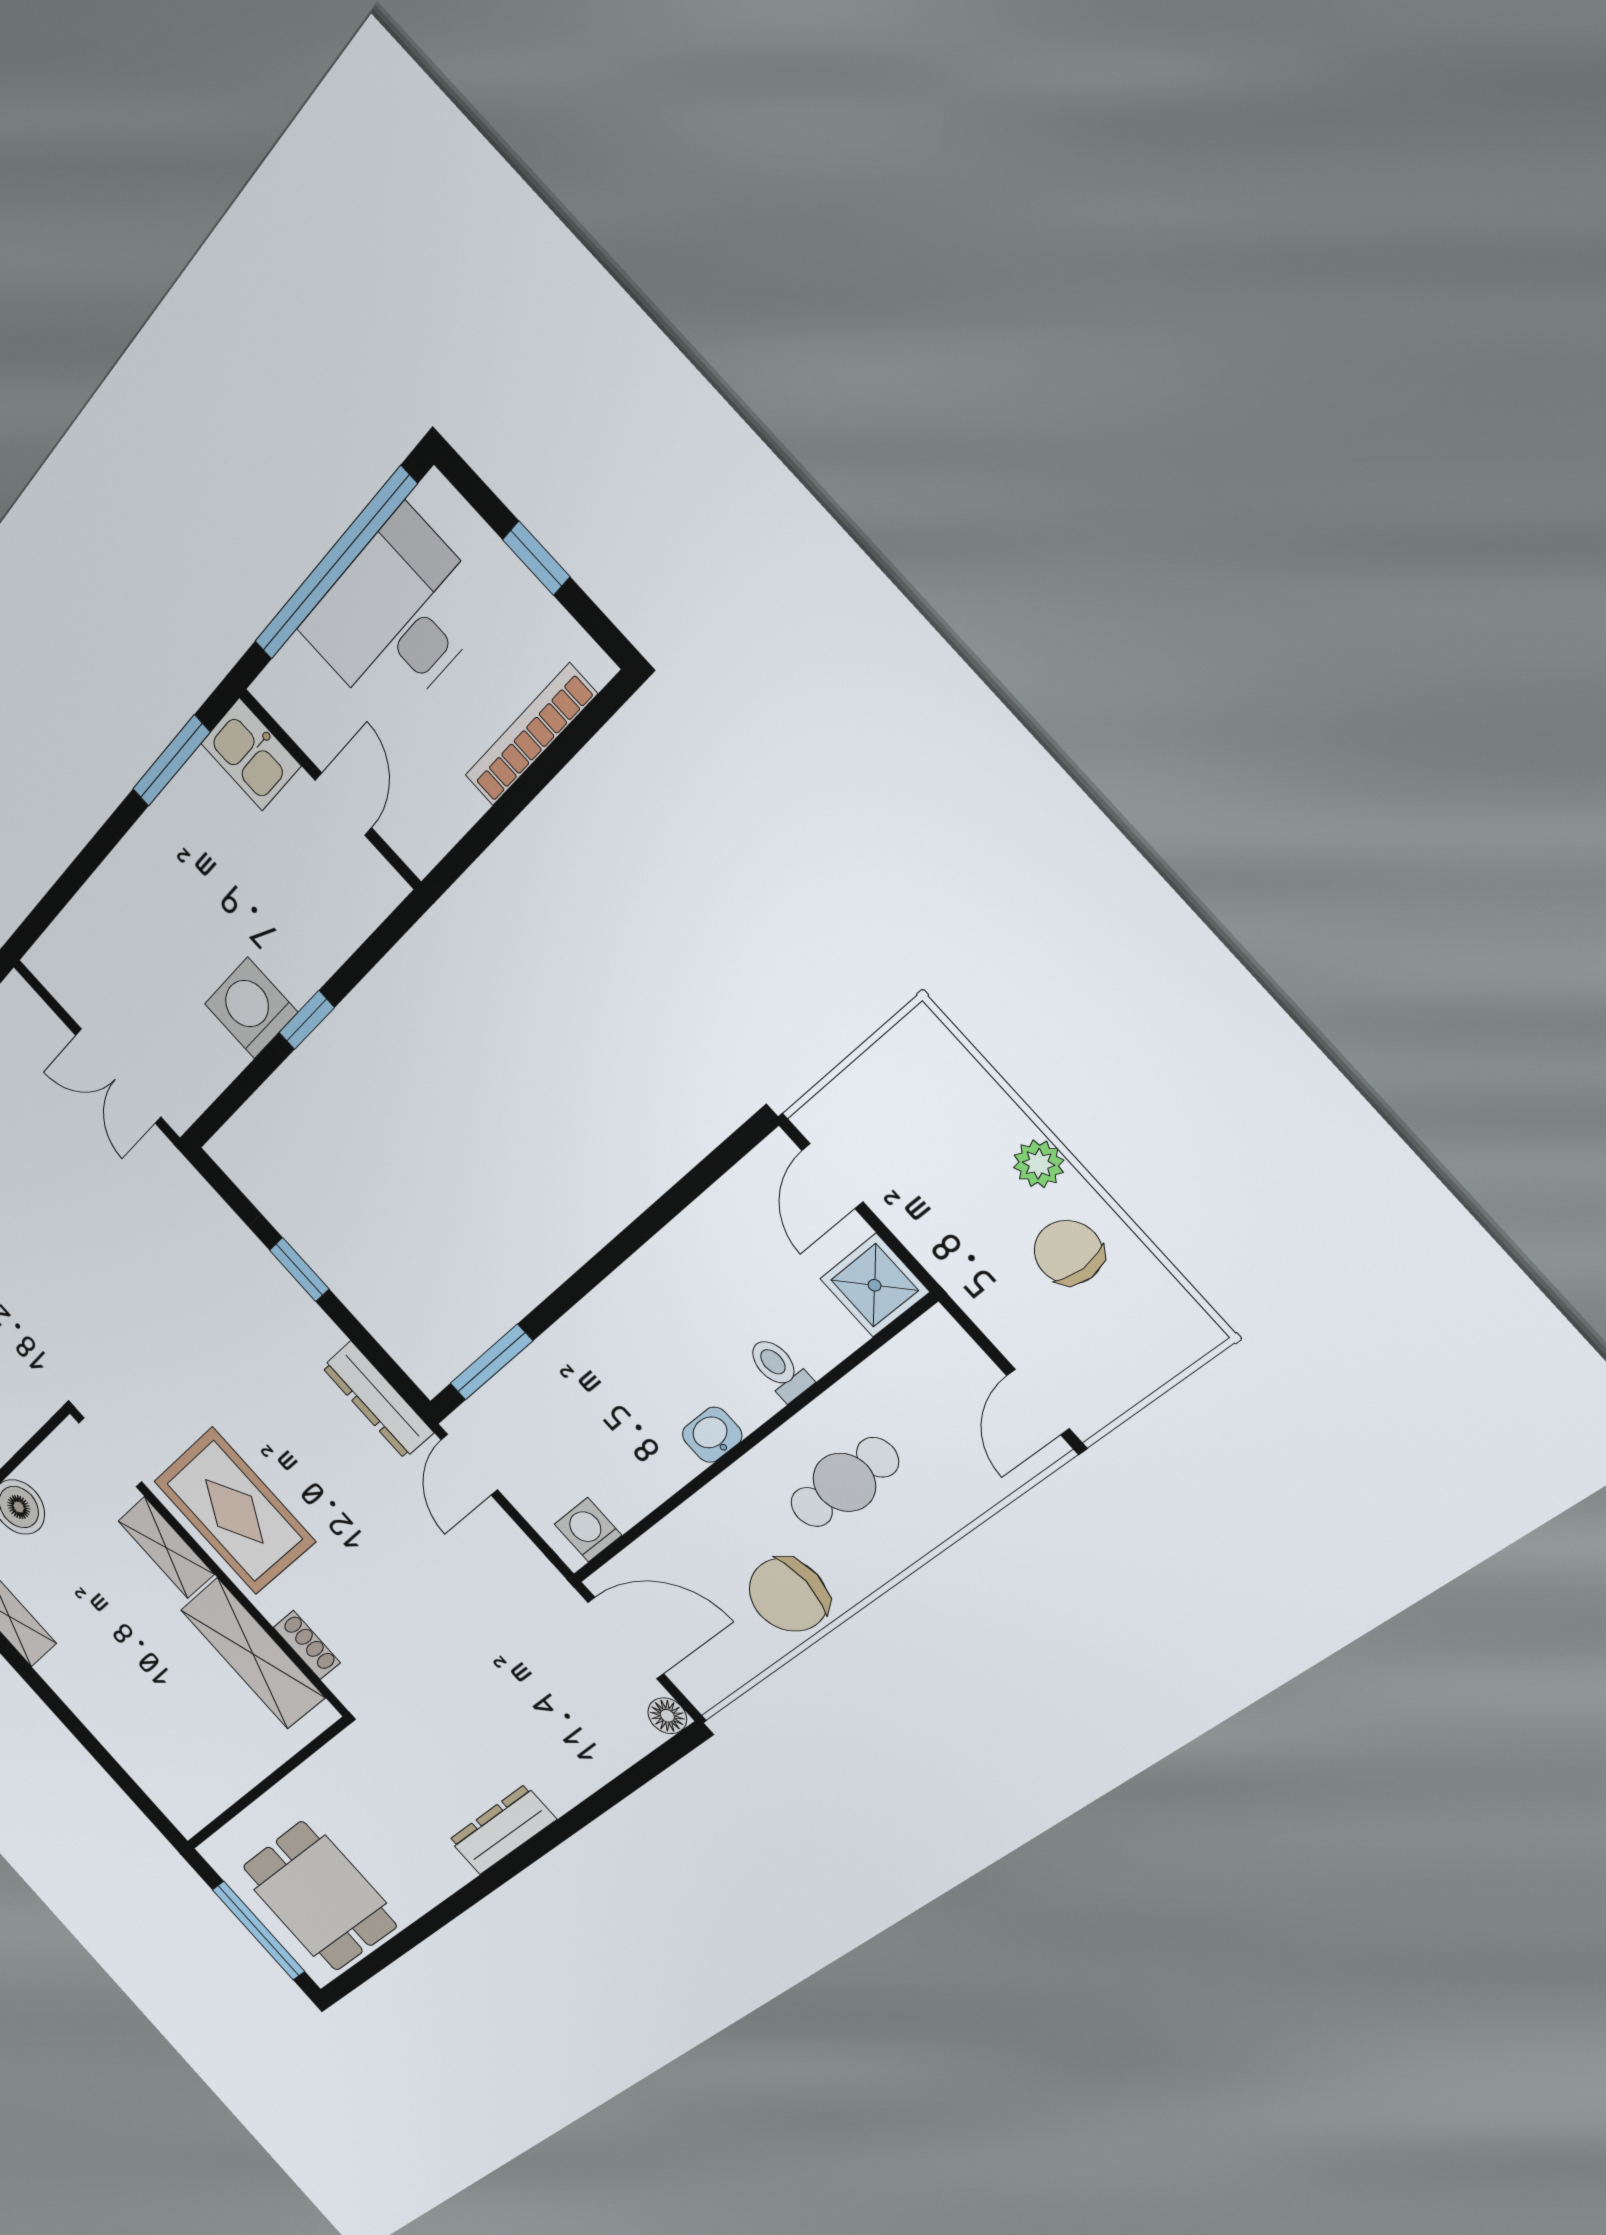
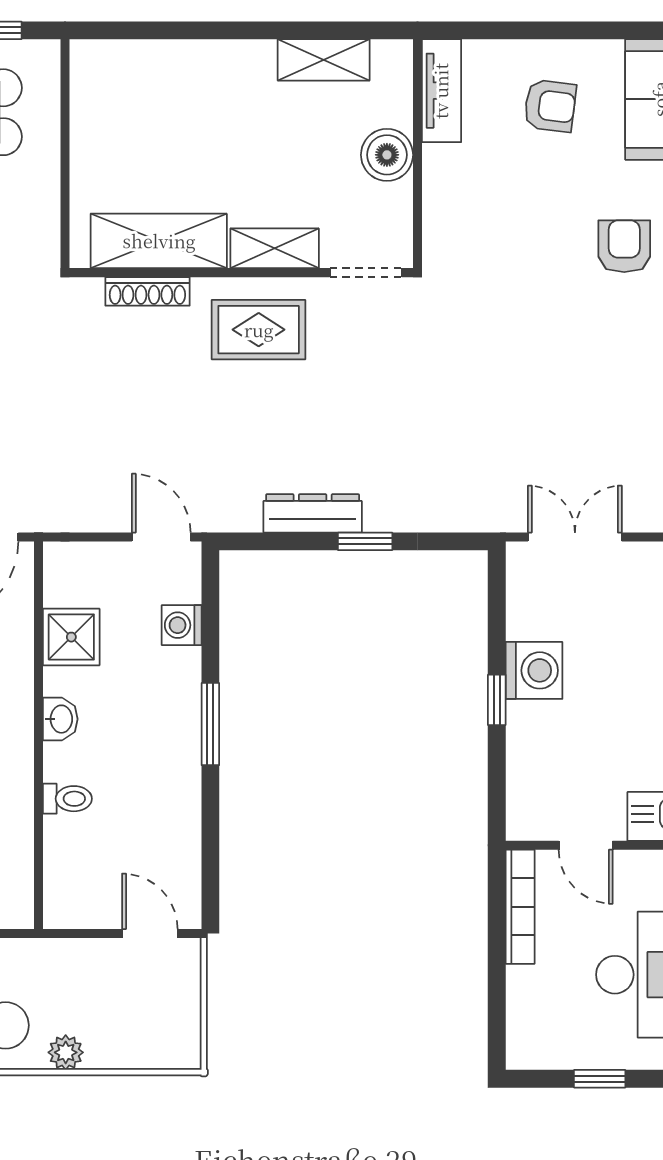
bookcase: (531, 735) -> (520, 907), moved
shower: (875, 1285) -> (71, 637), moved
window: (491, 1362) -> (210, 724), moved
dresser: (378, 1400) -> (313, 513), moved
rug: (234, 1511) -> (259, 330), width x0.73, depth x0.70
washing machine: (588, 1530) -> (182, 625), moved, turned 180
shoe rack: (307, 1645) -> (147, 291), width x1.43

